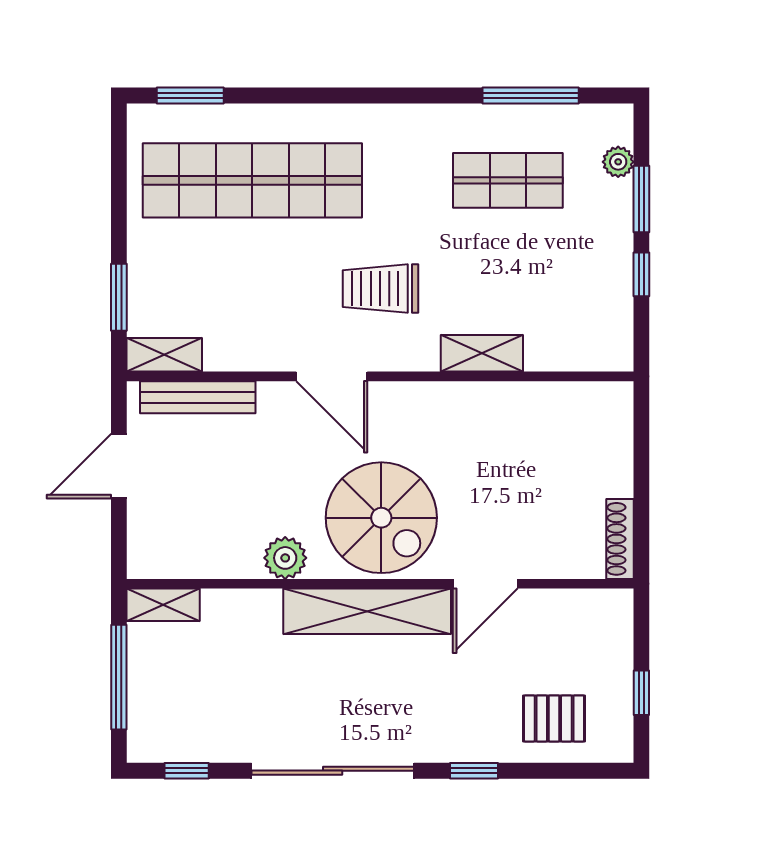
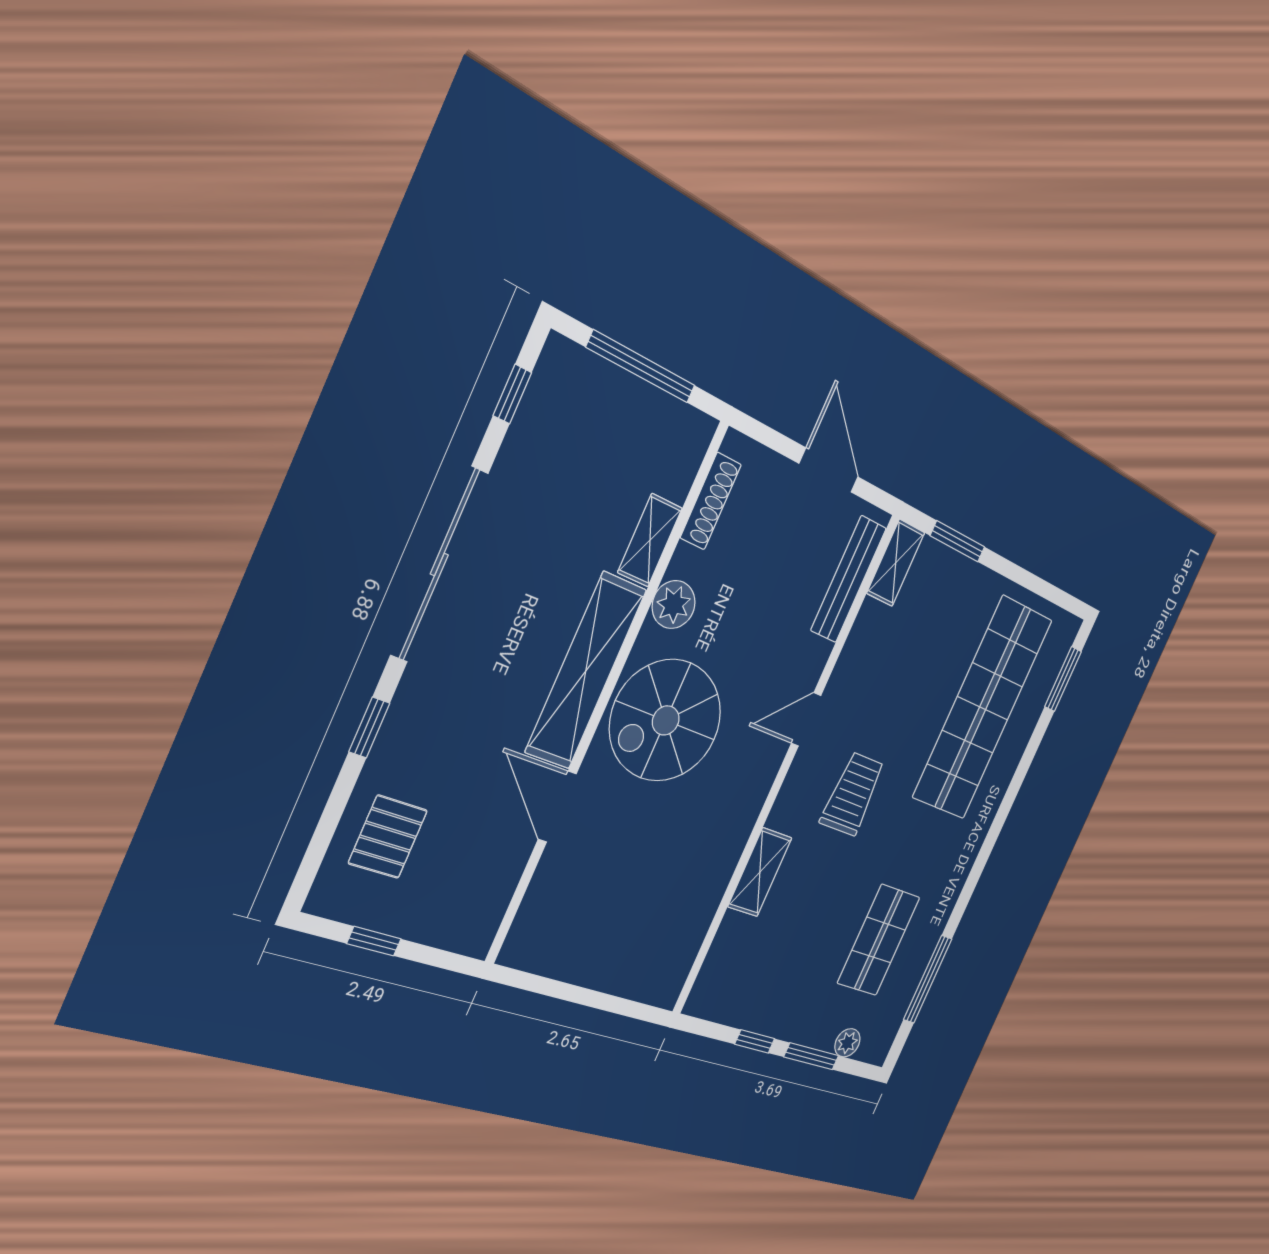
door: (332, 376) -> (806, 719), width x0.73
shoe rack: (620, 539) -> (711, 501), moved, turned 90
shelving: (163, 605) -> (650, 540), moved

